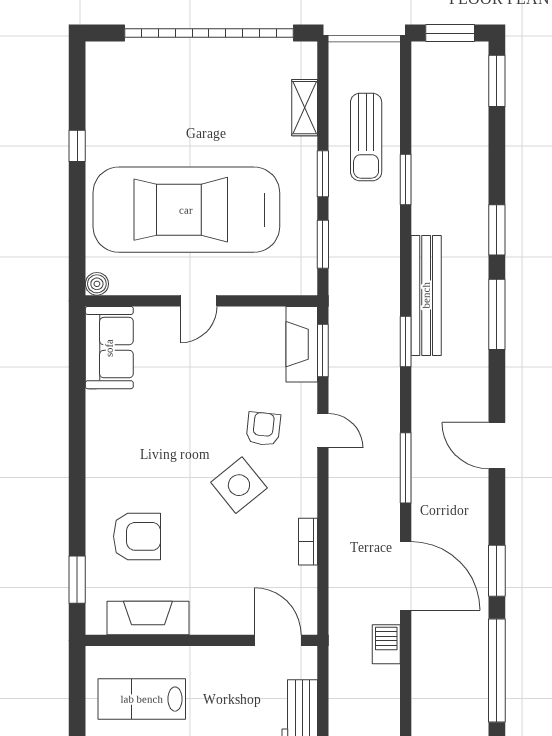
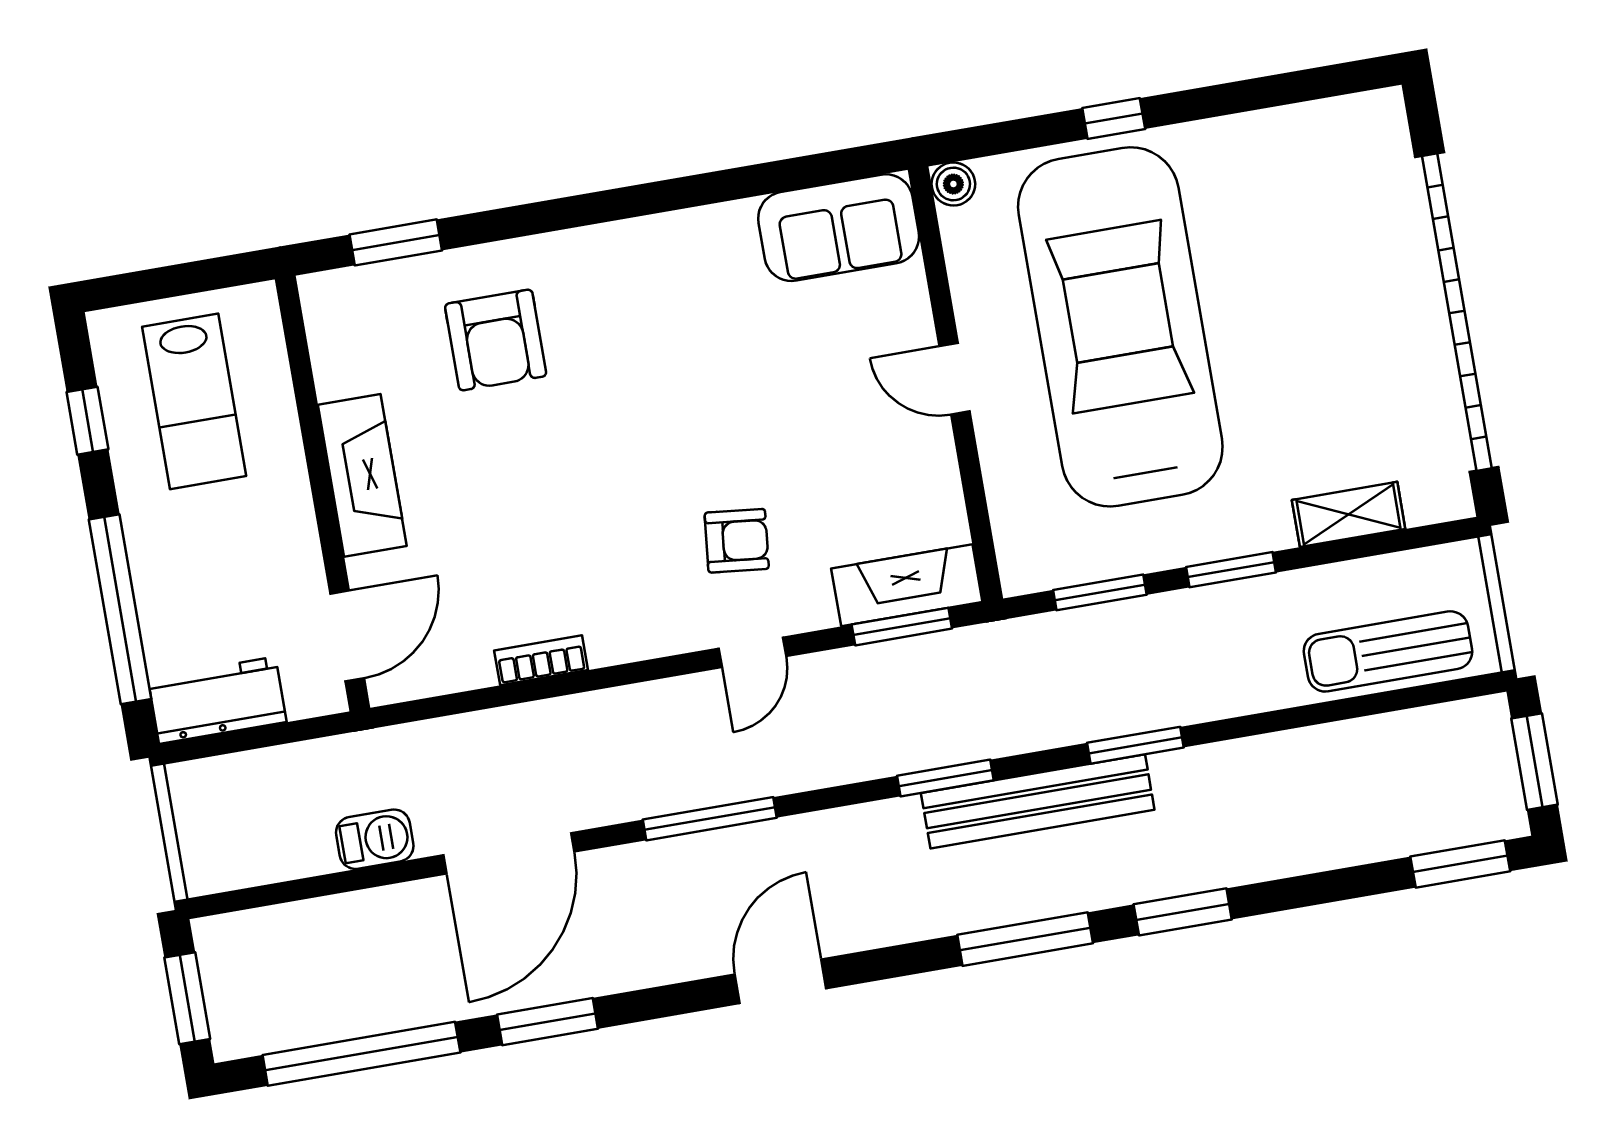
sun lounger: (366, 137) -> (1388, 651), moved
window: (77, 146) -> (1114, 118), moved
window: (406, 179) -> (1135, 745), moved
side table: (239, 485) -> (624, 514), removed
fireplace: (148, 618) -> (362, 475), moved
lab bench: (142, 699) -> (194, 401), turned 180

